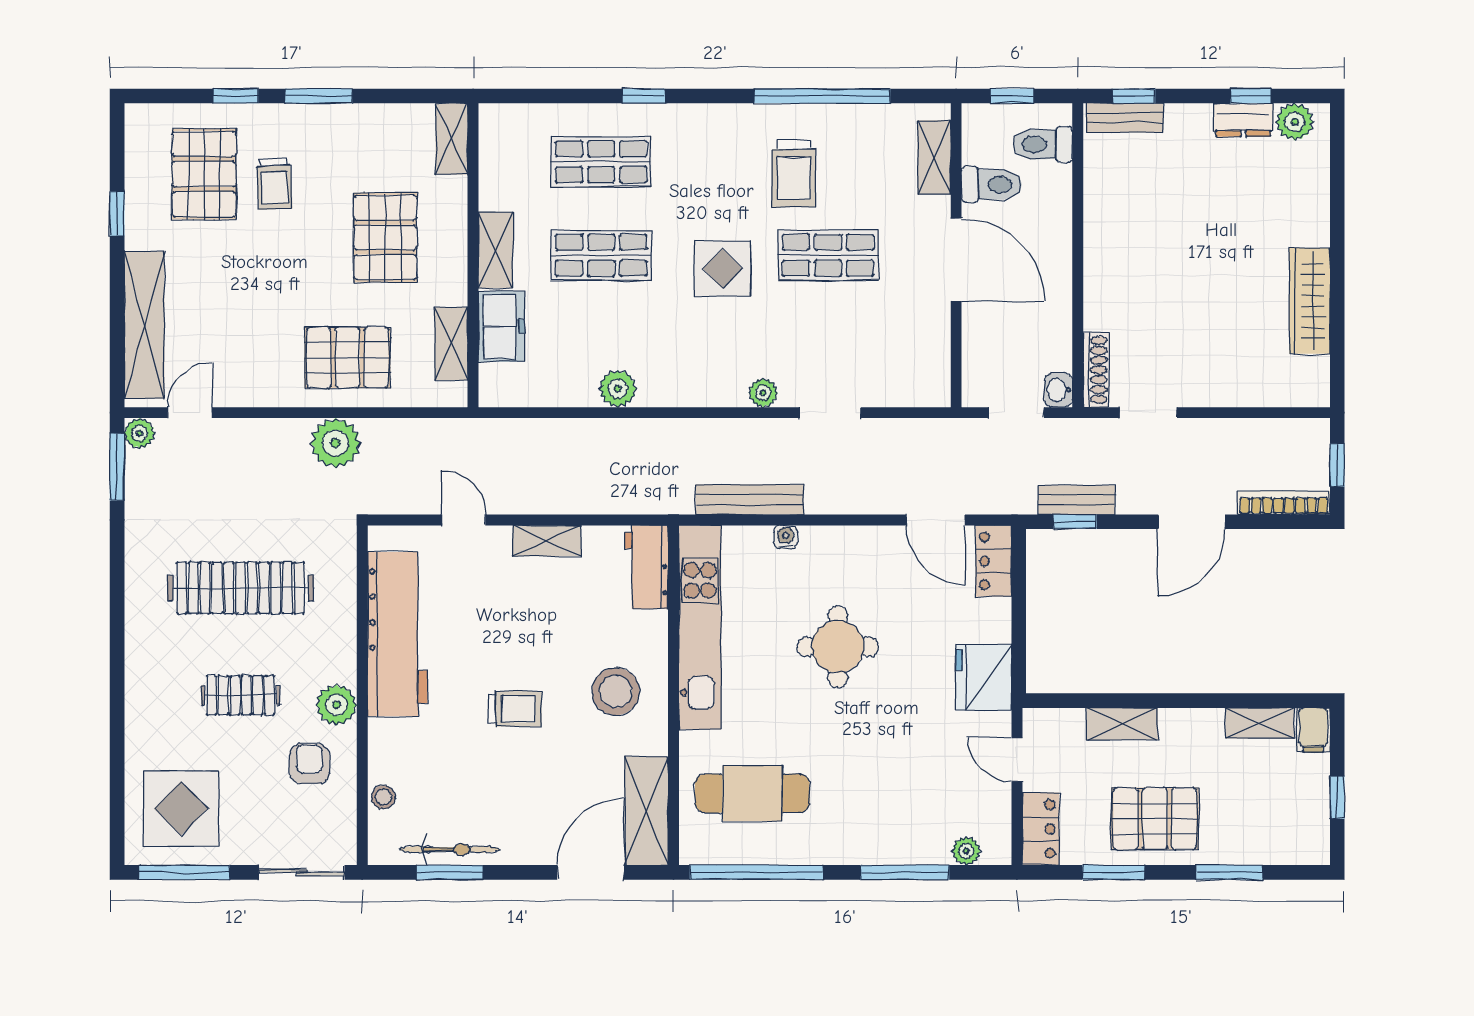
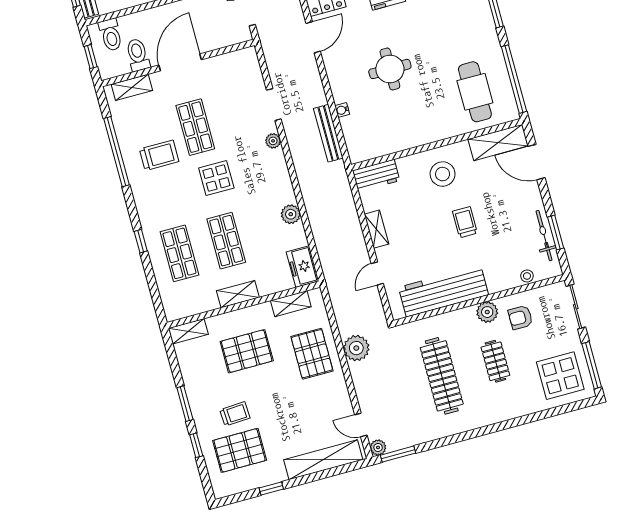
freezer: (502, 326) -> (303, 266), moved, turned -90
kitchen unit: (700, 627) -> (399, 141), removed

